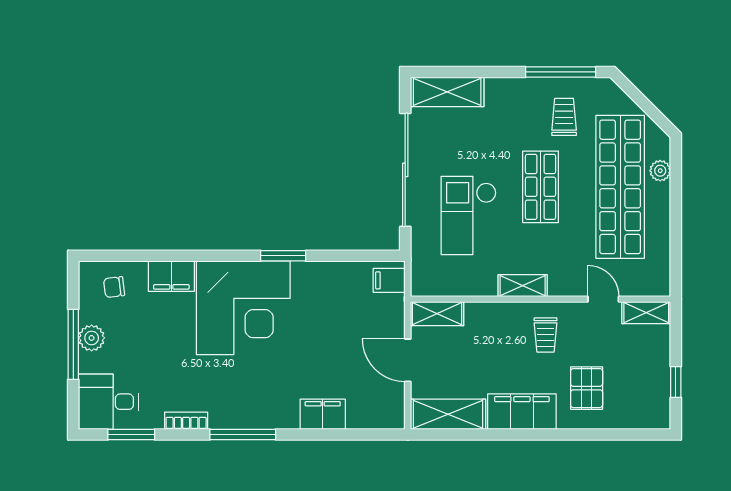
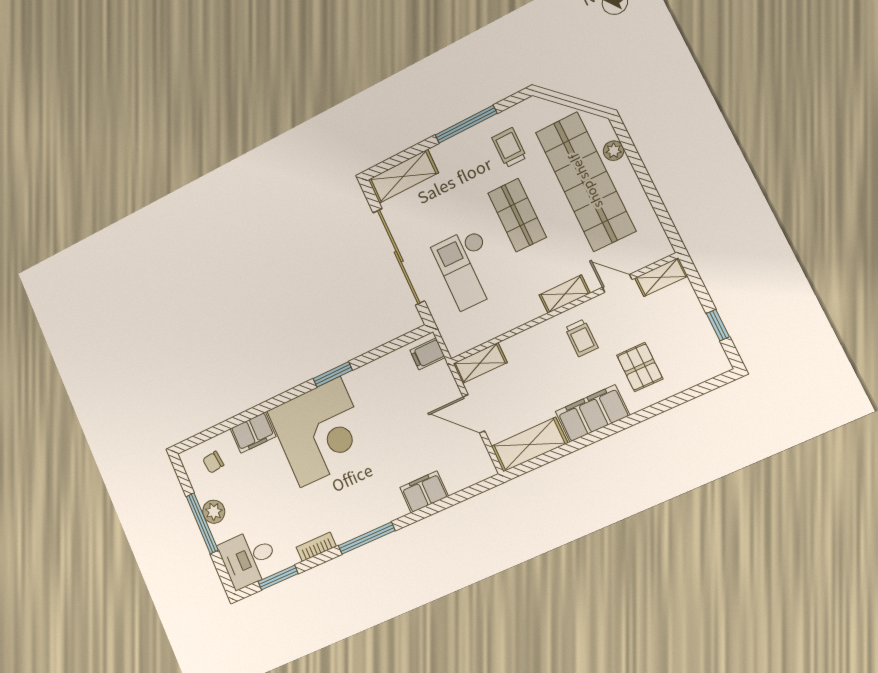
window: (561, 72) -> (466, 124), moved
shelving: (523, 286) -> (565, 294), moved

